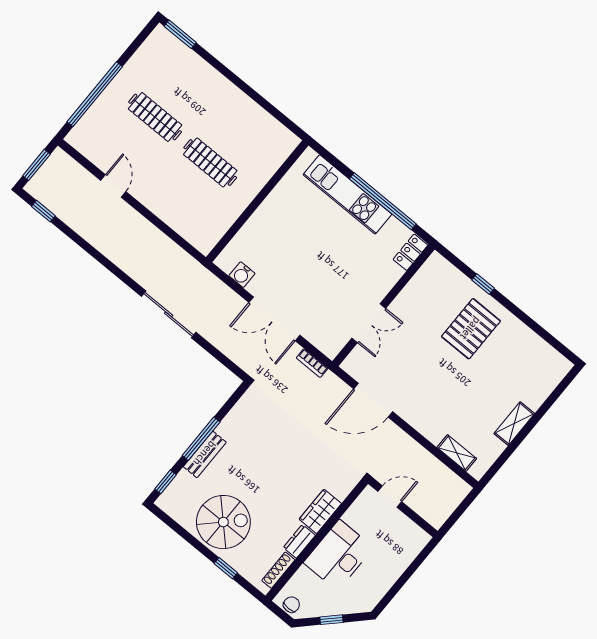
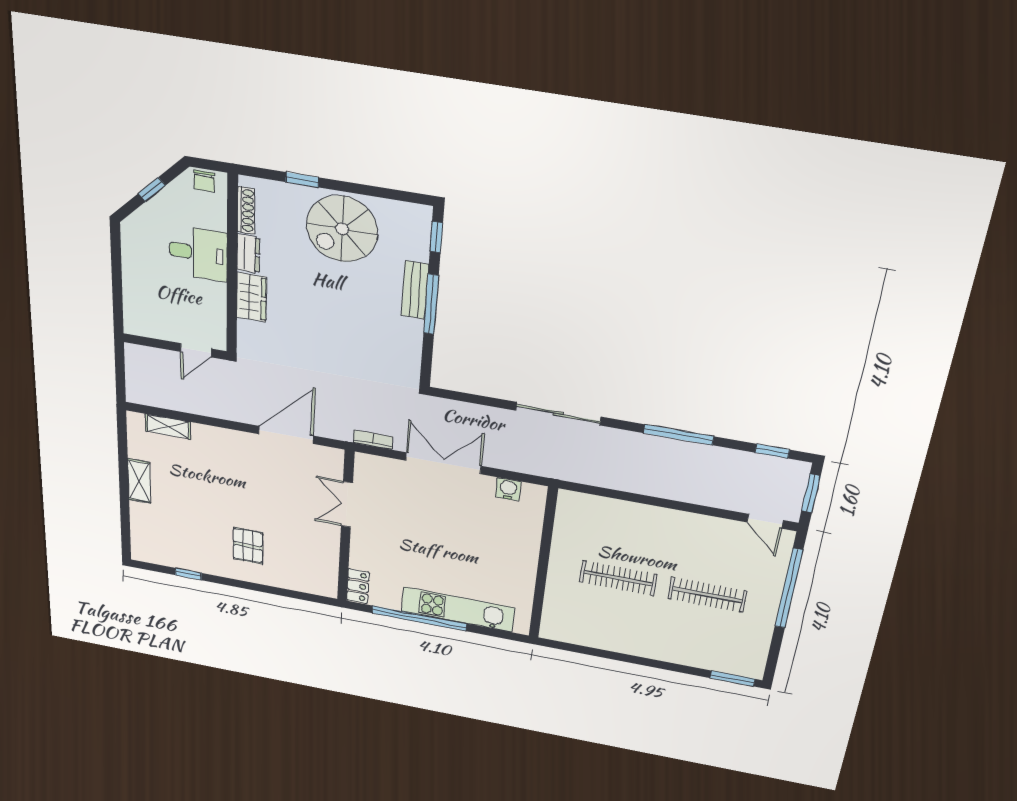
door: (113, 186) -> (765, 521), moved
window: (98, 256) -> (679, 435), added
window: (483, 284) -> (188, 574), moved
pallet: (471, 329) -> (248, 546), width x0.67, depth x0.71
desk: (339, 555) -> (198, 253), width x0.73

